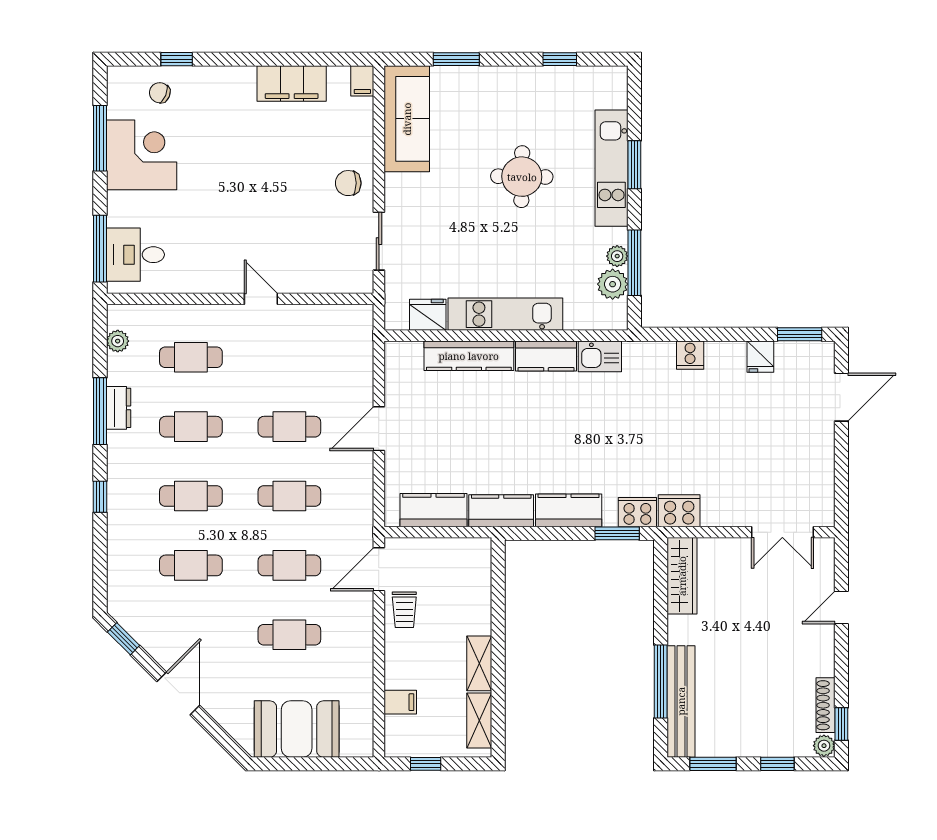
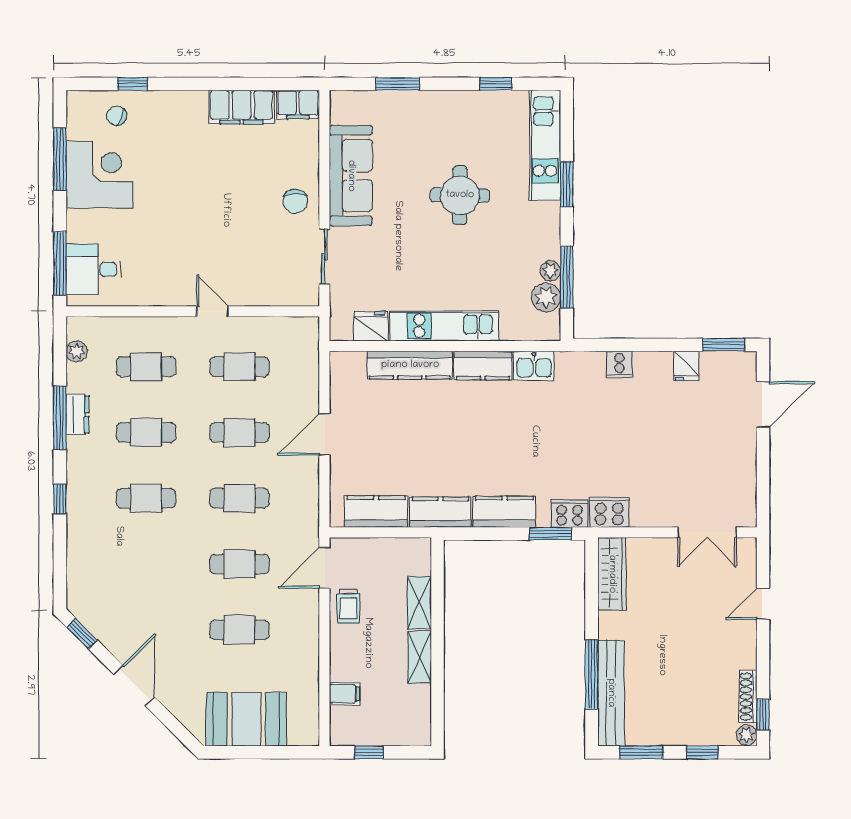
filing cabinet: (362, 81) -> (298, 105), width x2.00
sofa: (407, 119) -> (351, 176), moved
kitchen unit: (611, 168) -> (545, 145), moved
chair: (348, 183) -> (295, 201), turned -90
cafe table: (191, 565) -> (239, 367), moved
shelving: (479, 721) -> (420, 603), moved

